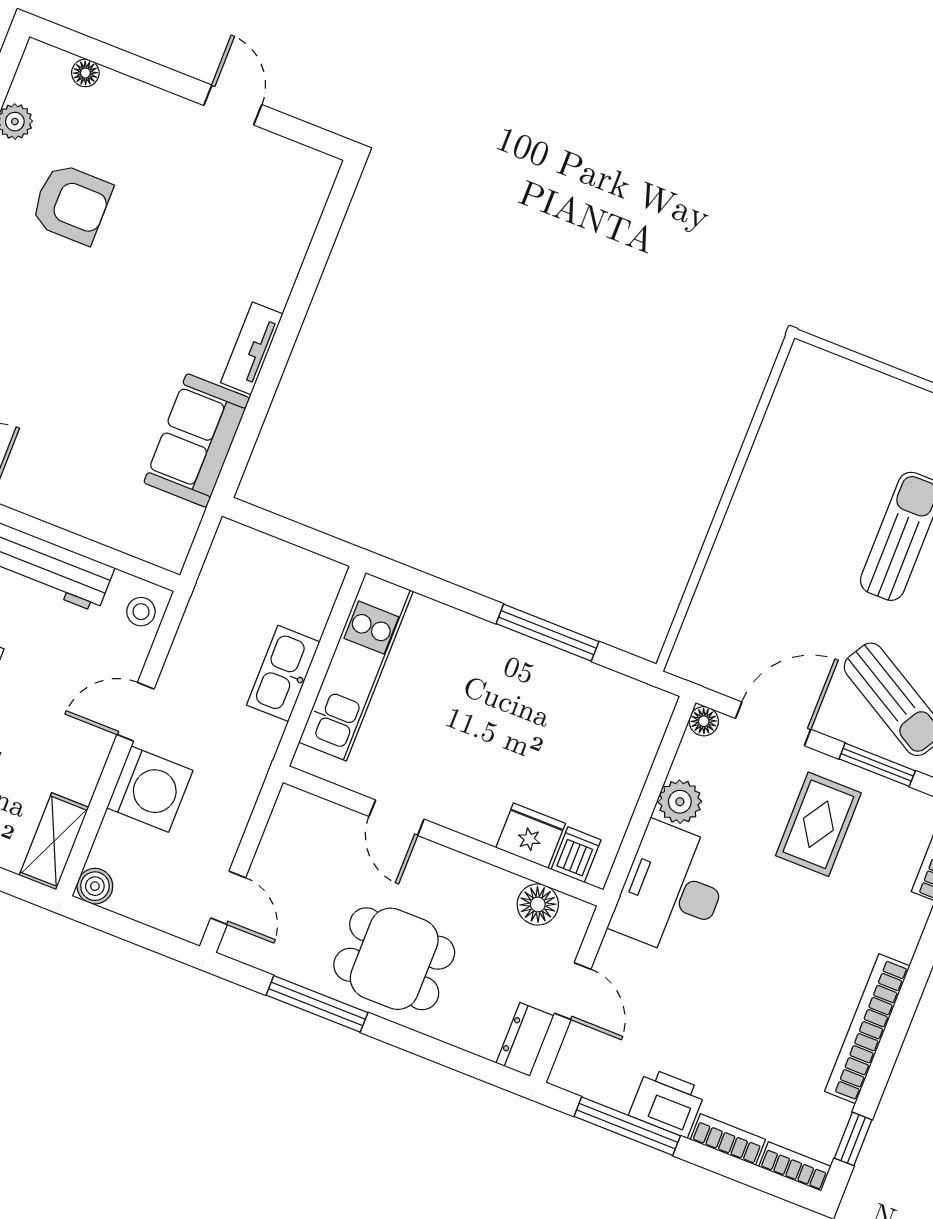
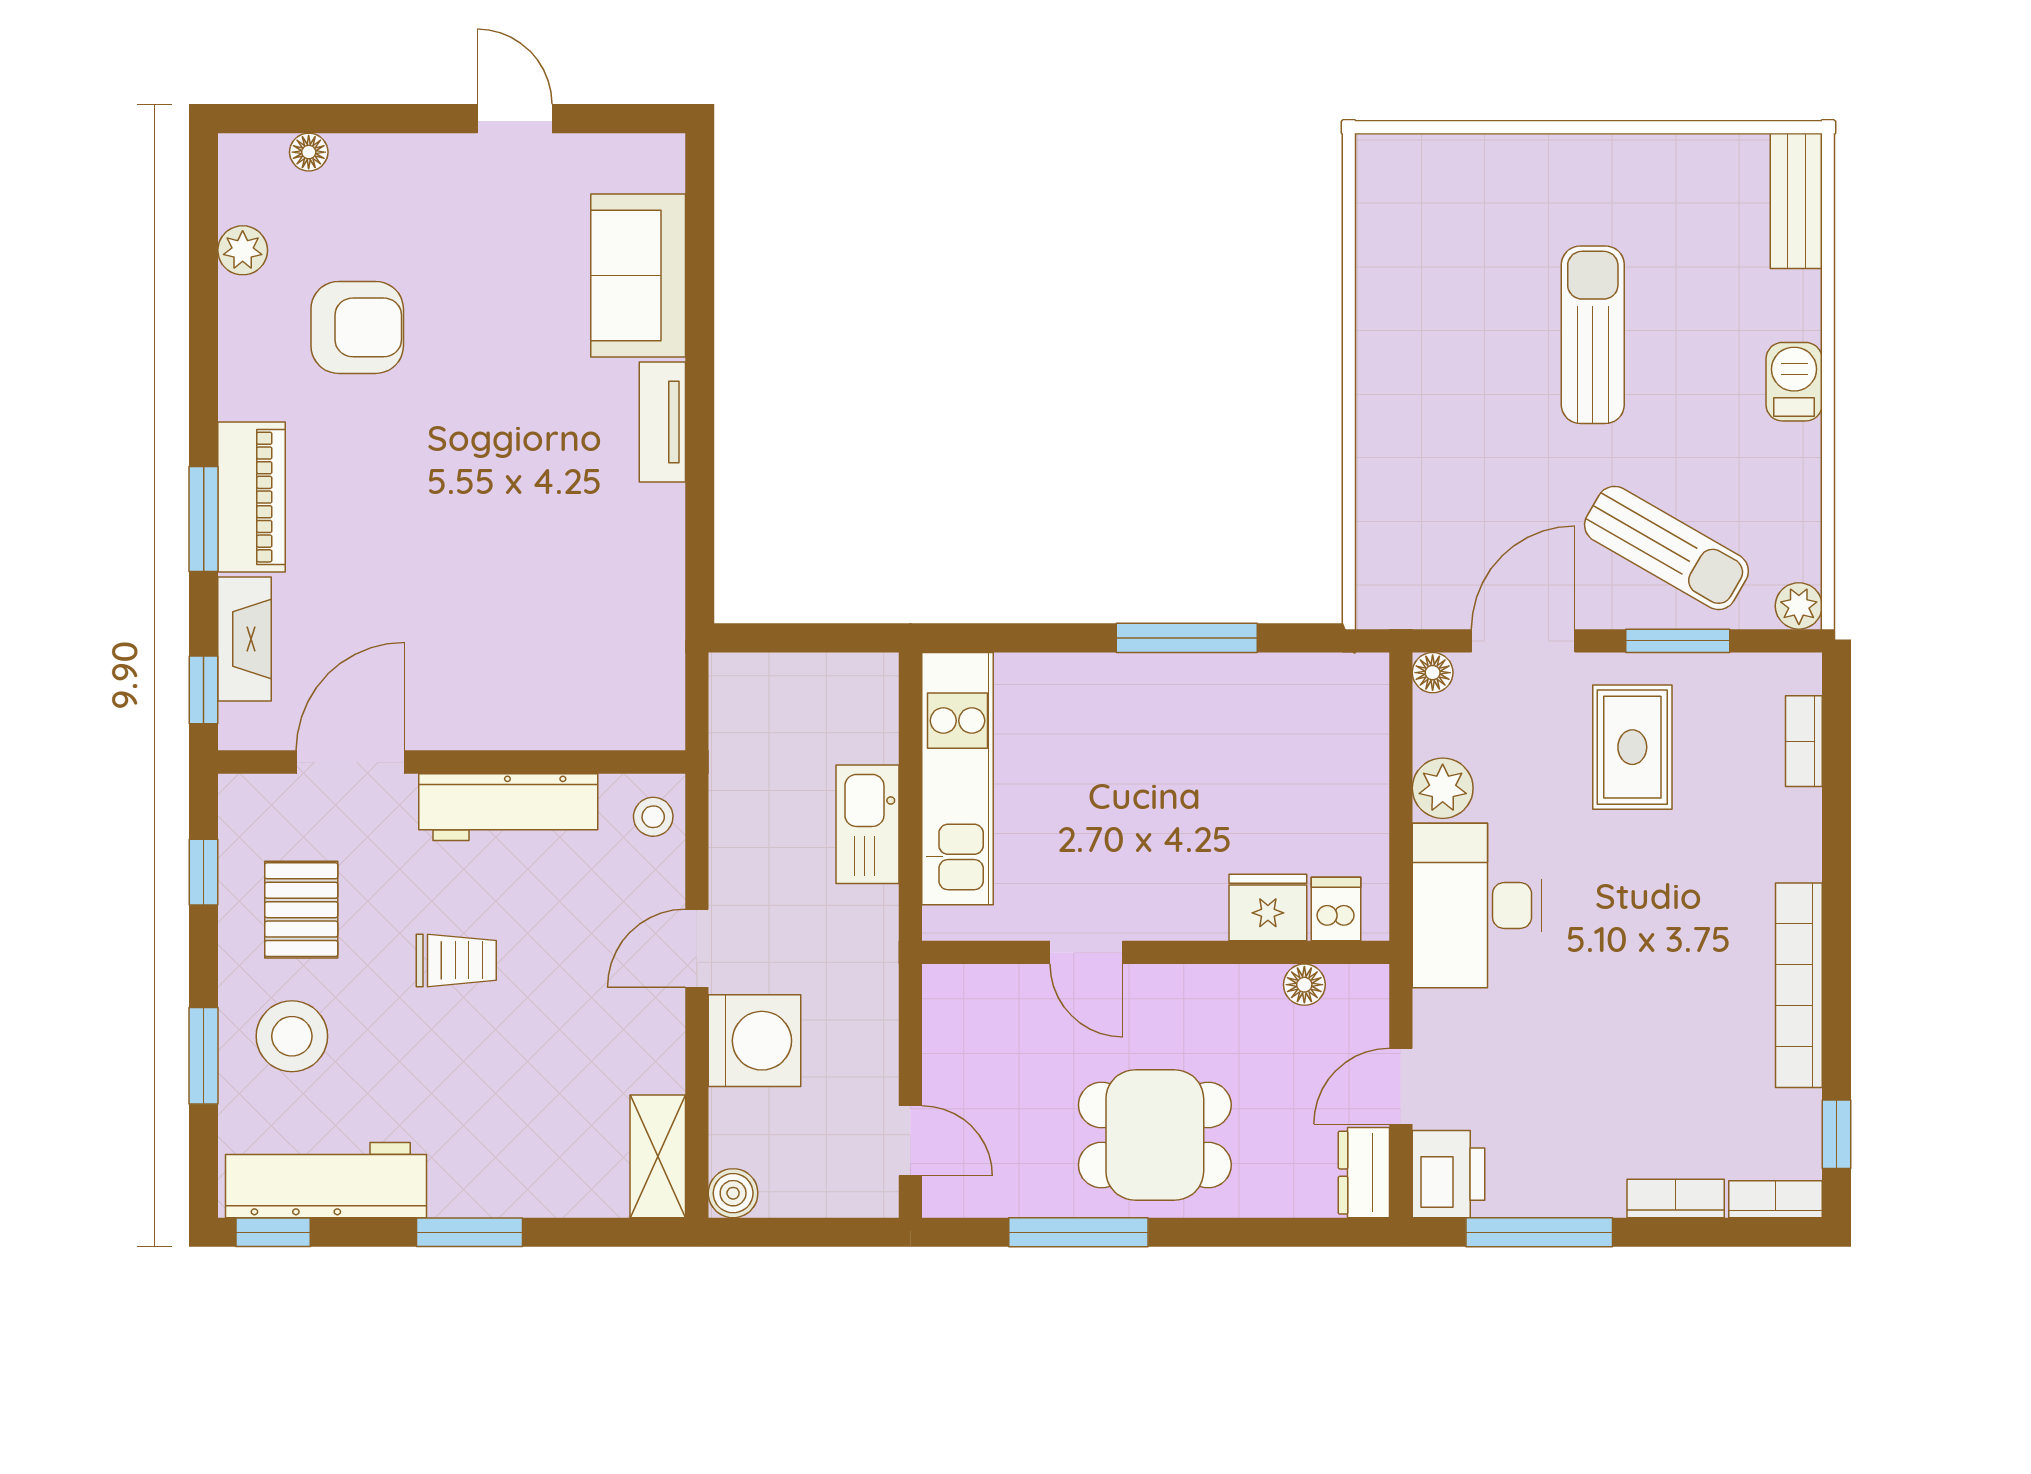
sofa: (197, 440) -> (638, 276), moved
floor lamp: (538, 904) -> (1304, 985), width x0.73, depth x0.73
door: (573, 991) -> (1401, 1086), swing flipped
printer: (667, 1103) -> (1449, 1174), moved, turned 90

